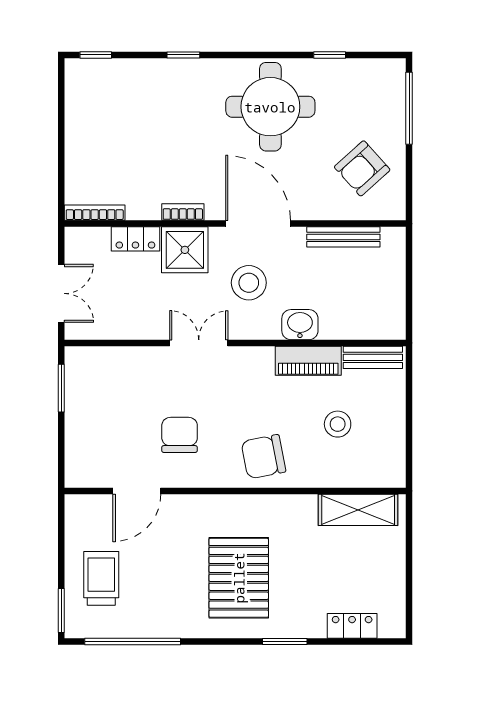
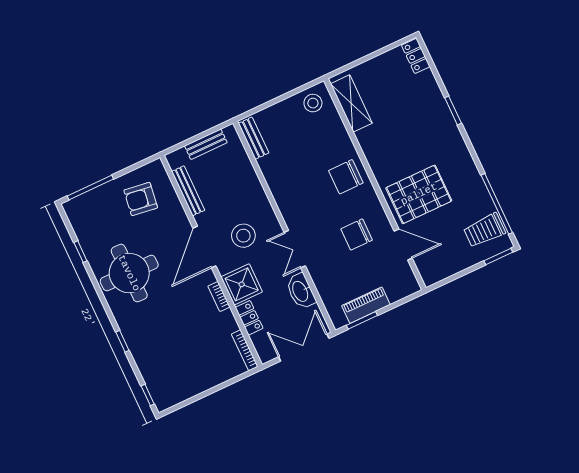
armchair: (362, 168) -> (141, 199), turned 140
bench: (395, 290) -> (206, 144), added
double door: (61, 293) -> (304, 348), width x1.37
washbasin: (300, 325) -> (301, 291), moved, width x1.38
piano: (308, 361) -> (366, 305), moved, turned -90
stool: (338, 424) -> (313, 103), moved
chair: (263, 457) -> (346, 177), turned 101
trolley: (101, 578) -> (484, 230), moved
pallet: (239, 578) -> (419, 194), moved
locker: (352, 626) -> (416, 56), moved

